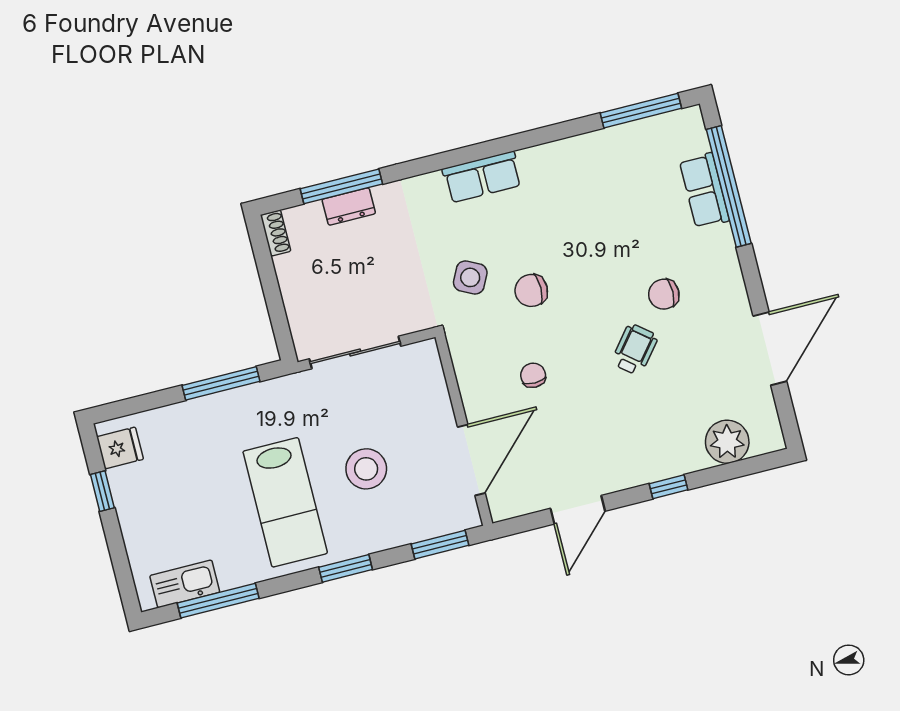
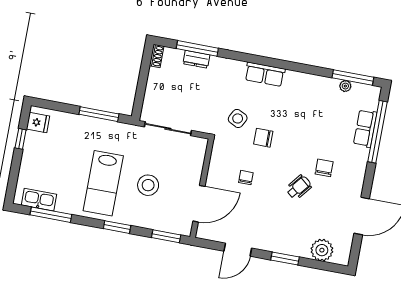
plant: (634, 132) -> (345, 86), added
chair: (664, 294) -> (324, 168), turned 90
window: (669, 487) -> (285, 258), width x1.50

